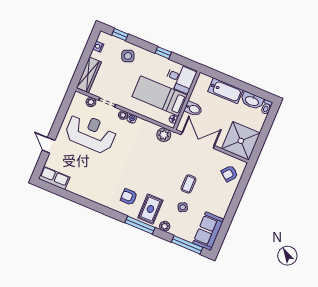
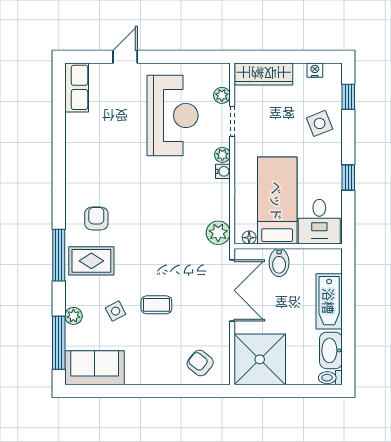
plant: (165, 226) -> (73, 316), moved

